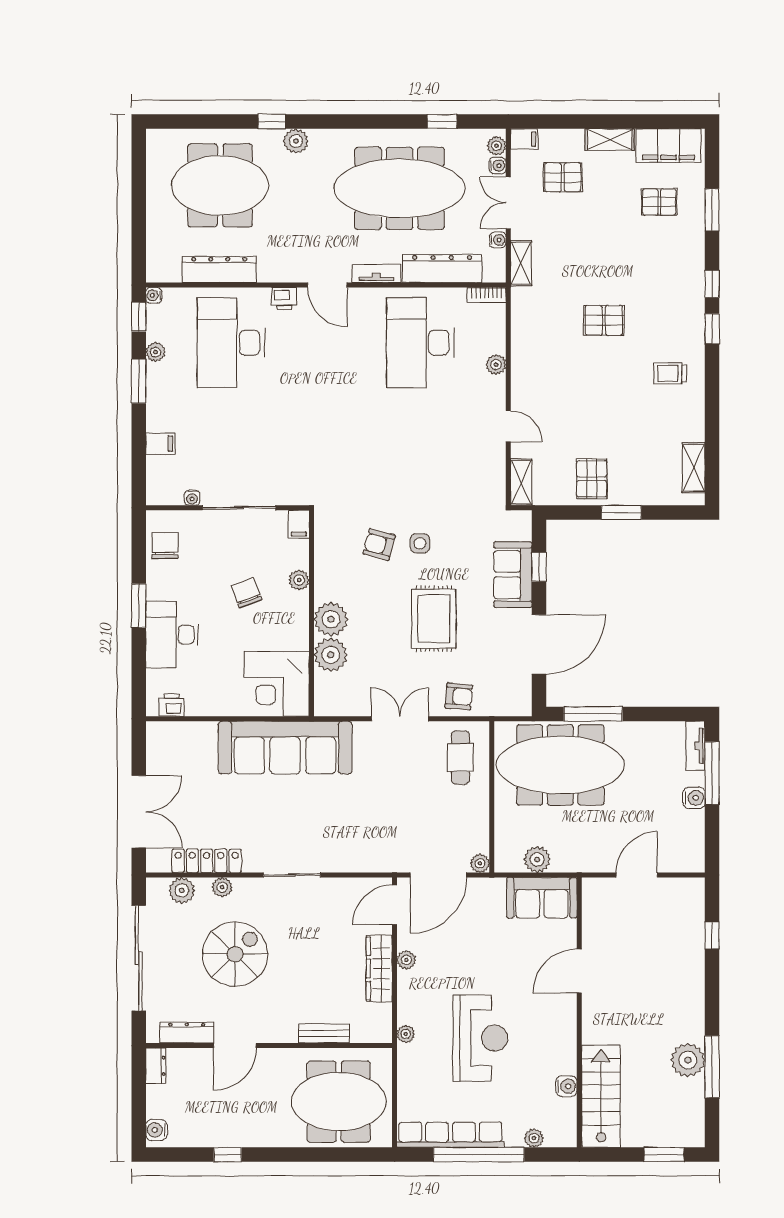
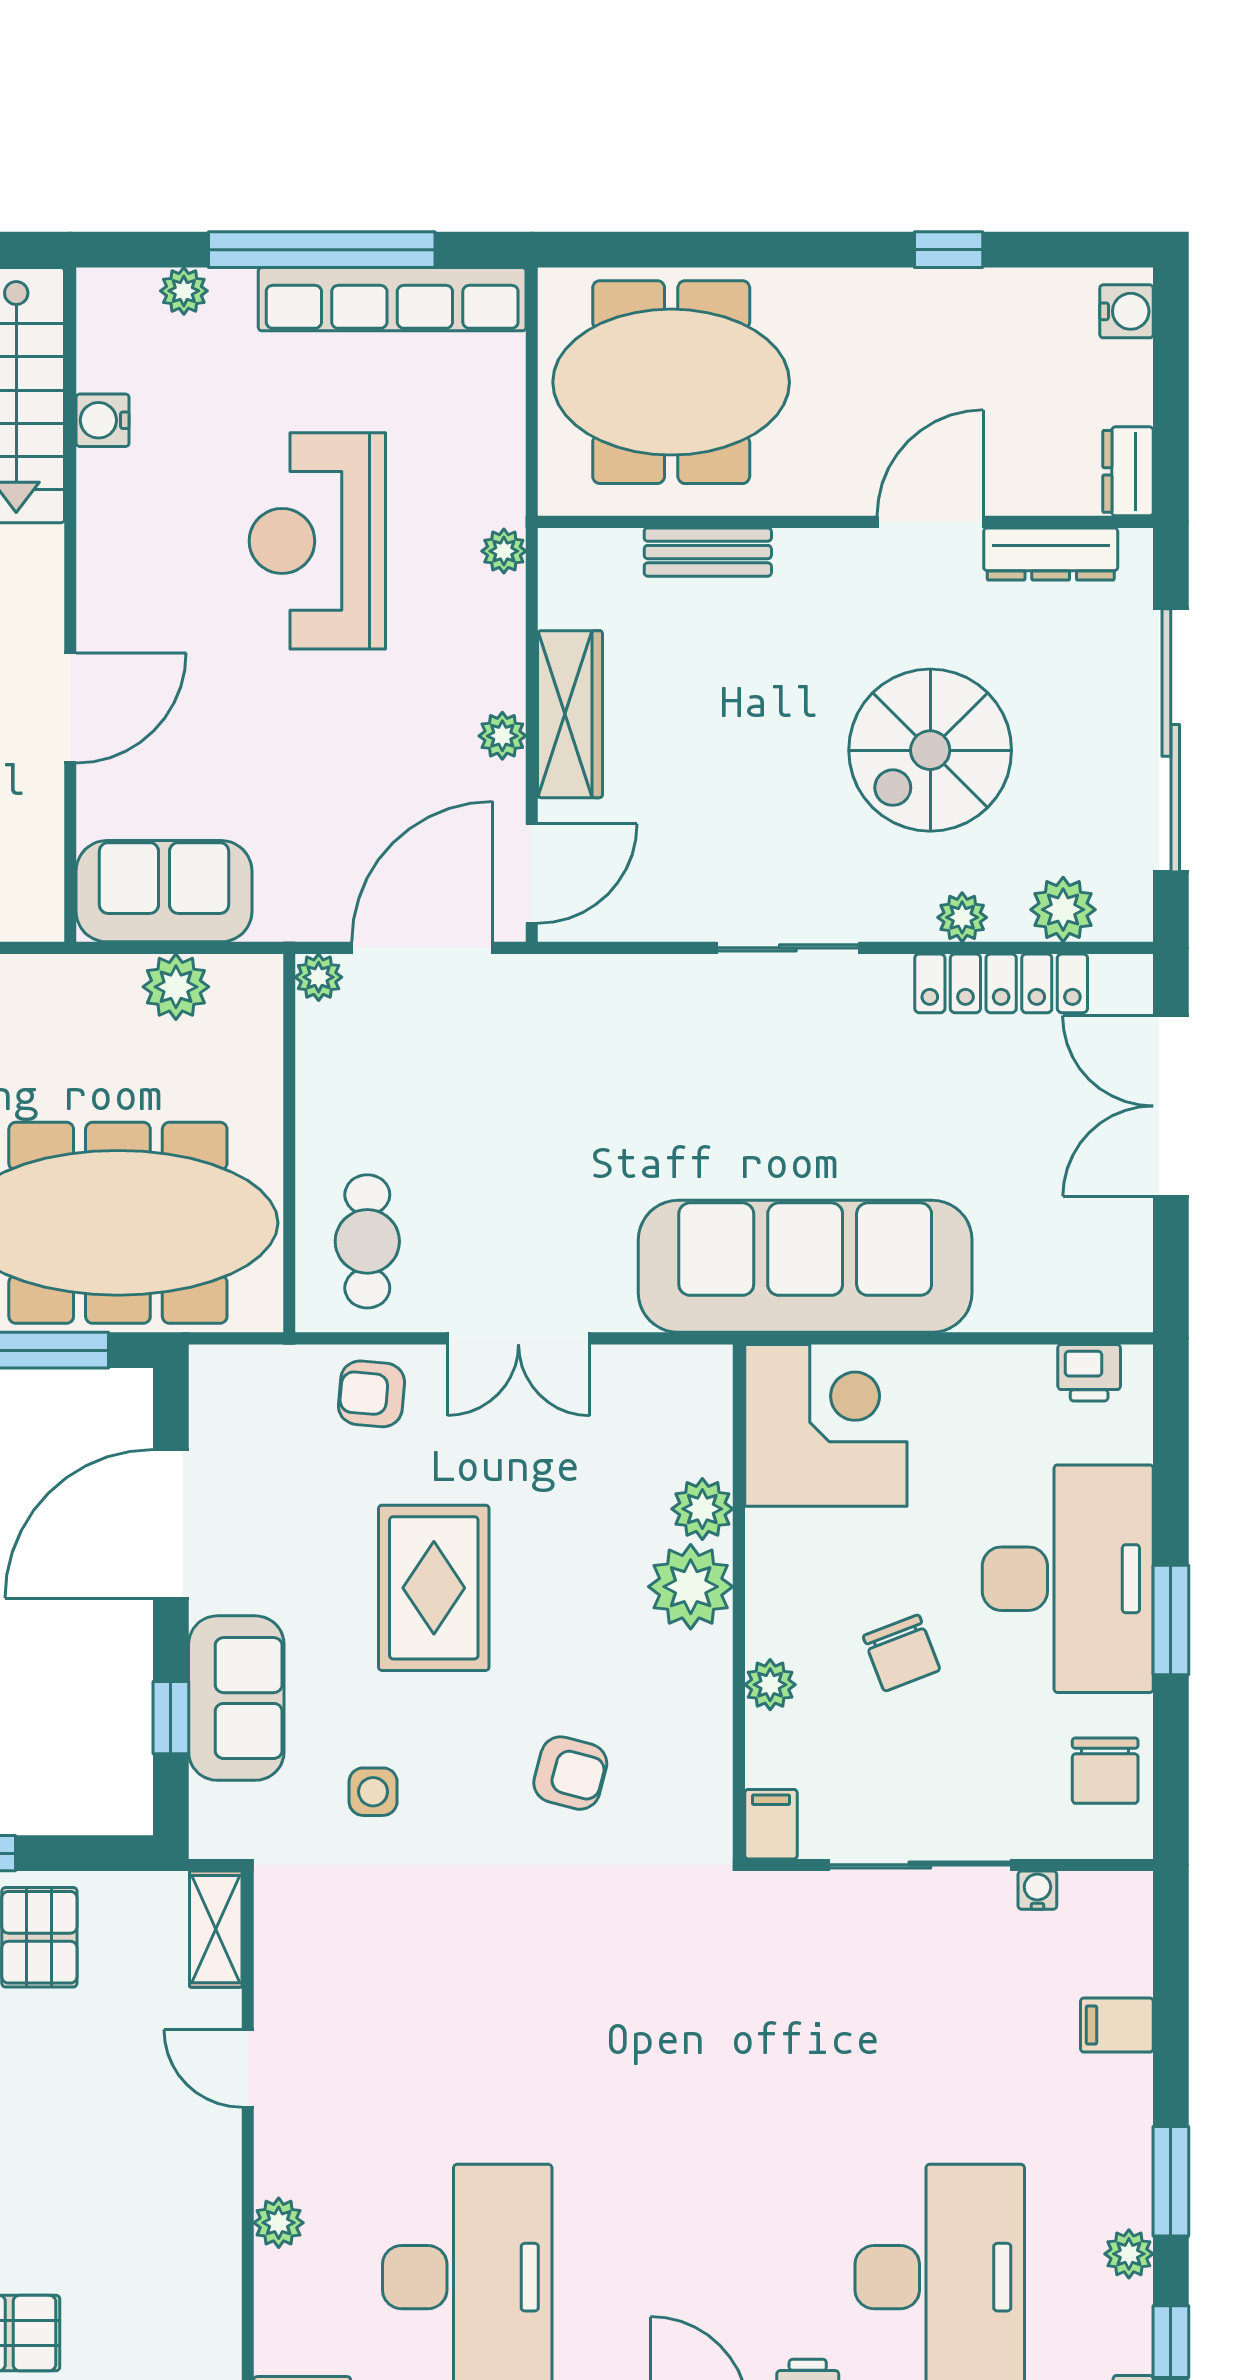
side table: (420, 543) -> (373, 1792), moved
desk: (172, 635) -> (1068, 1579), width x1.36, depth x1.30
plant: (331, 655) -> (702, 1509), width x0.73, depth x0.73

